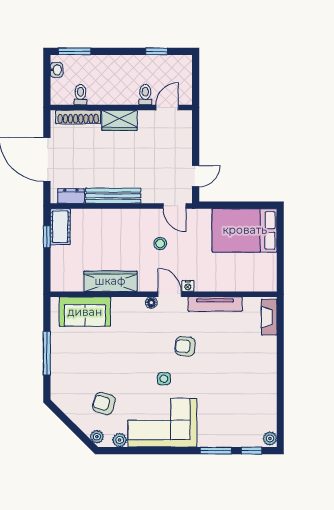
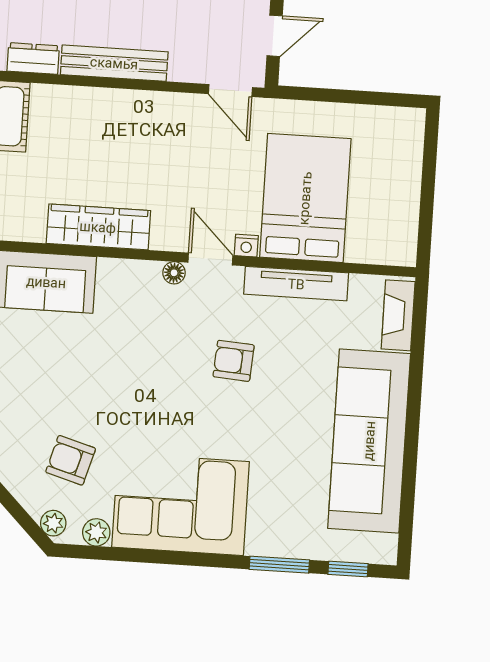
bed: (245, 230) -> (305, 198), moved, turned 90
stool: (160, 244) -> (198, 161), removed
side table: (164, 379) -> (189, 420), removed
sofa: (258, 383) -> (369, 441), added
plant: (270, 438) -> (385, 548), removed

